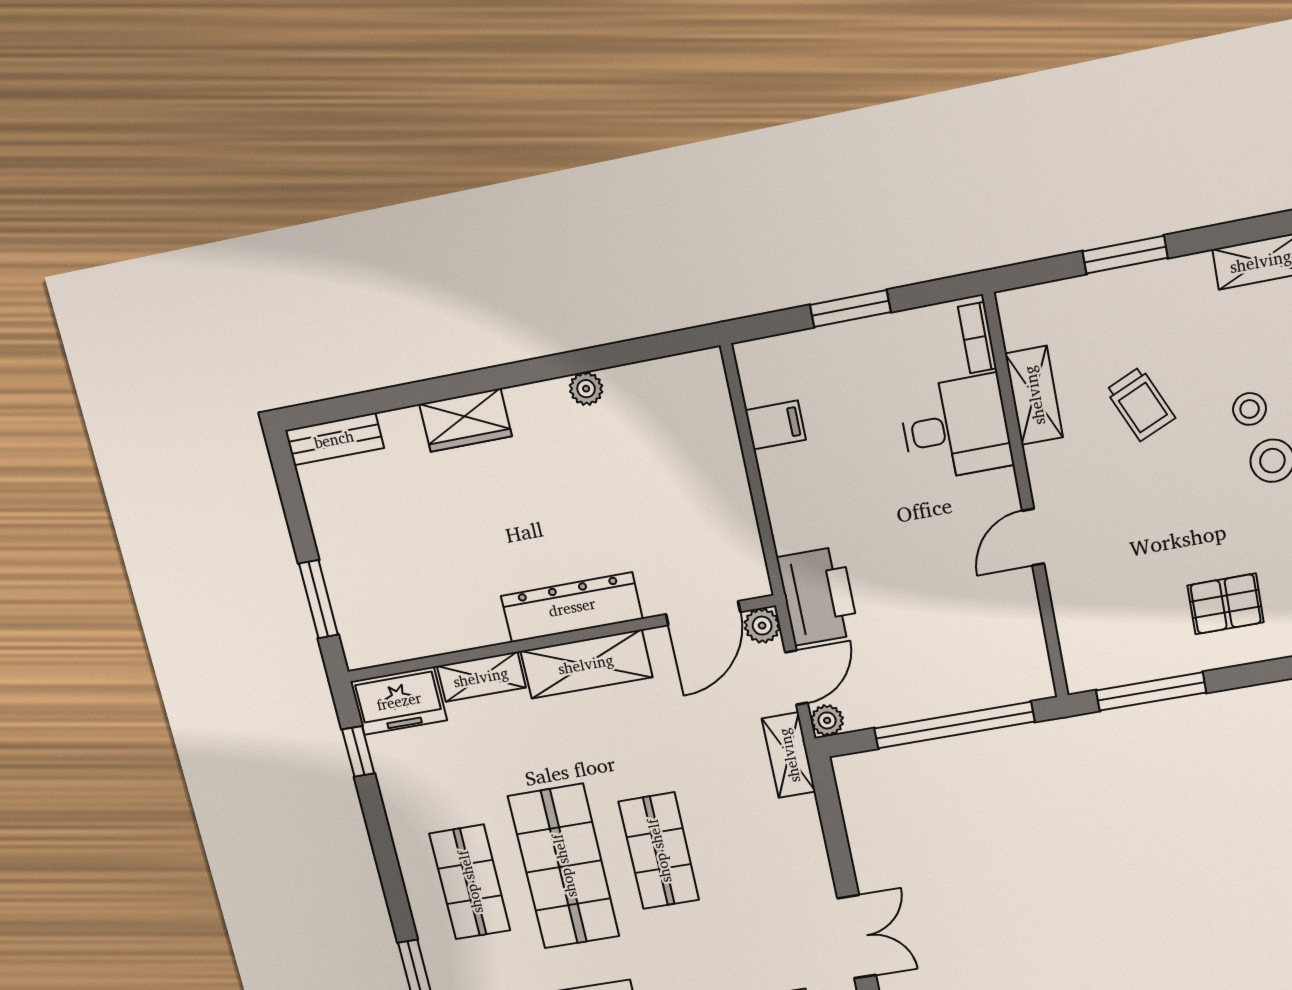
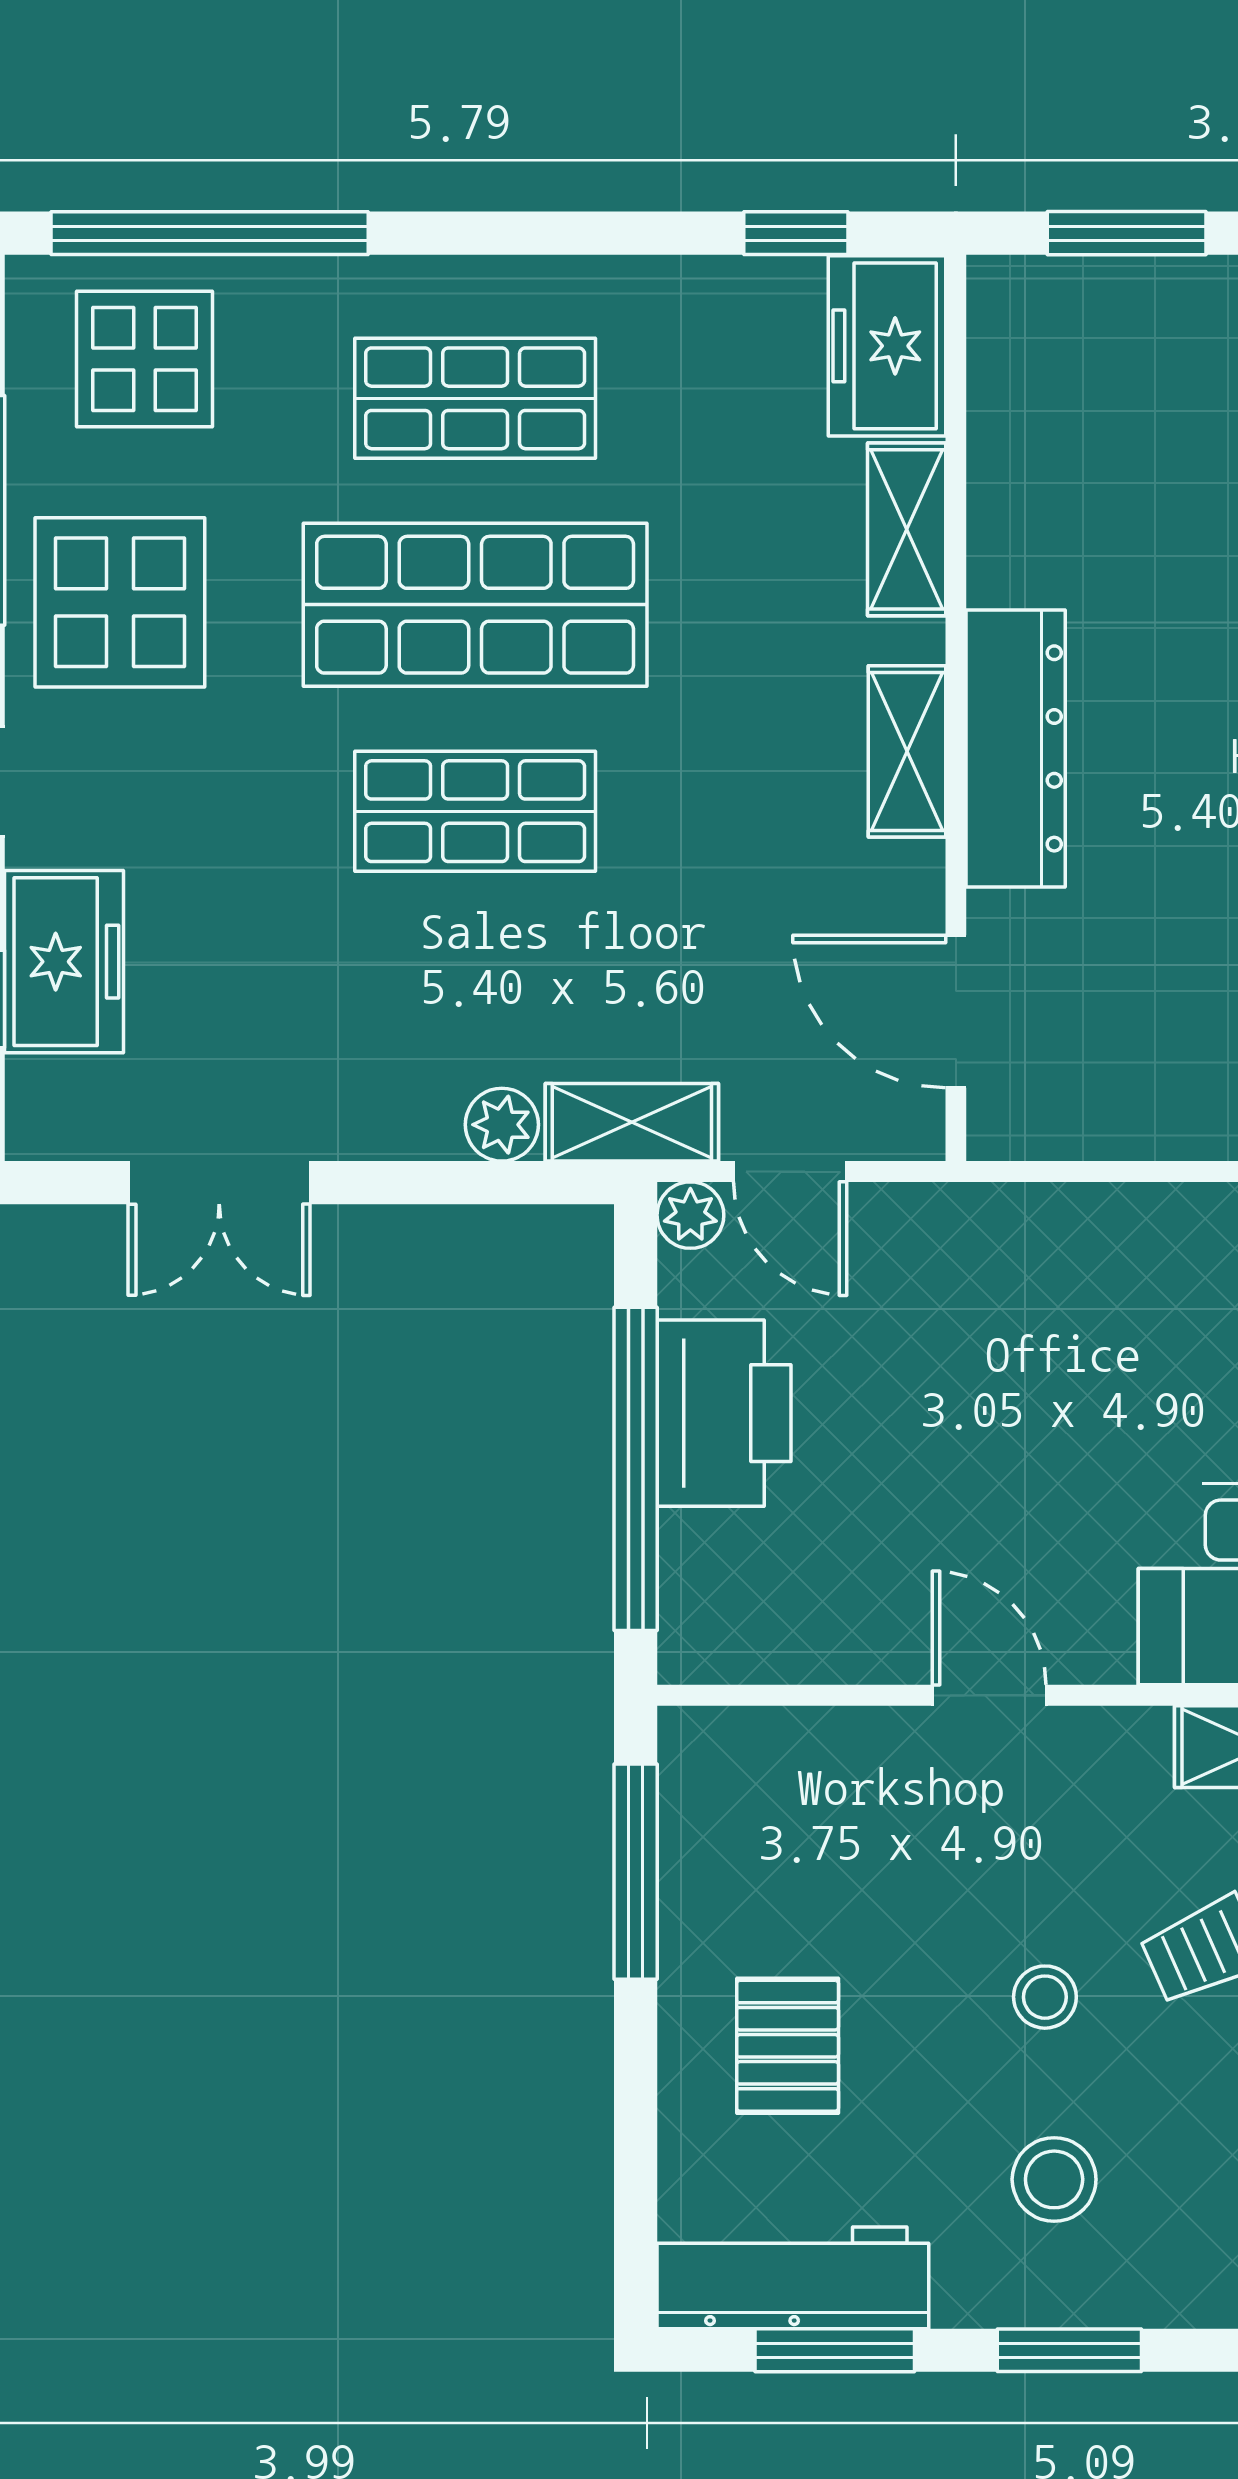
stool: (1250, 409) -> (1045, 1997), moved
printer: (818, 596) -> (724, 1413), moved, turned -90
plant: (762, 626) -> (502, 1125), moved
shelving: (586, 664) -> (907, 751), width x0.67, depth x0.75

